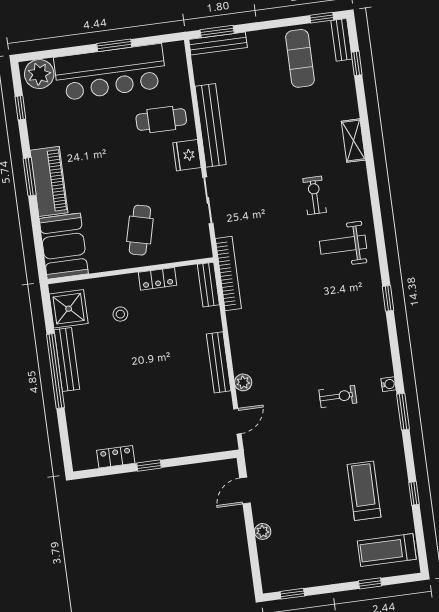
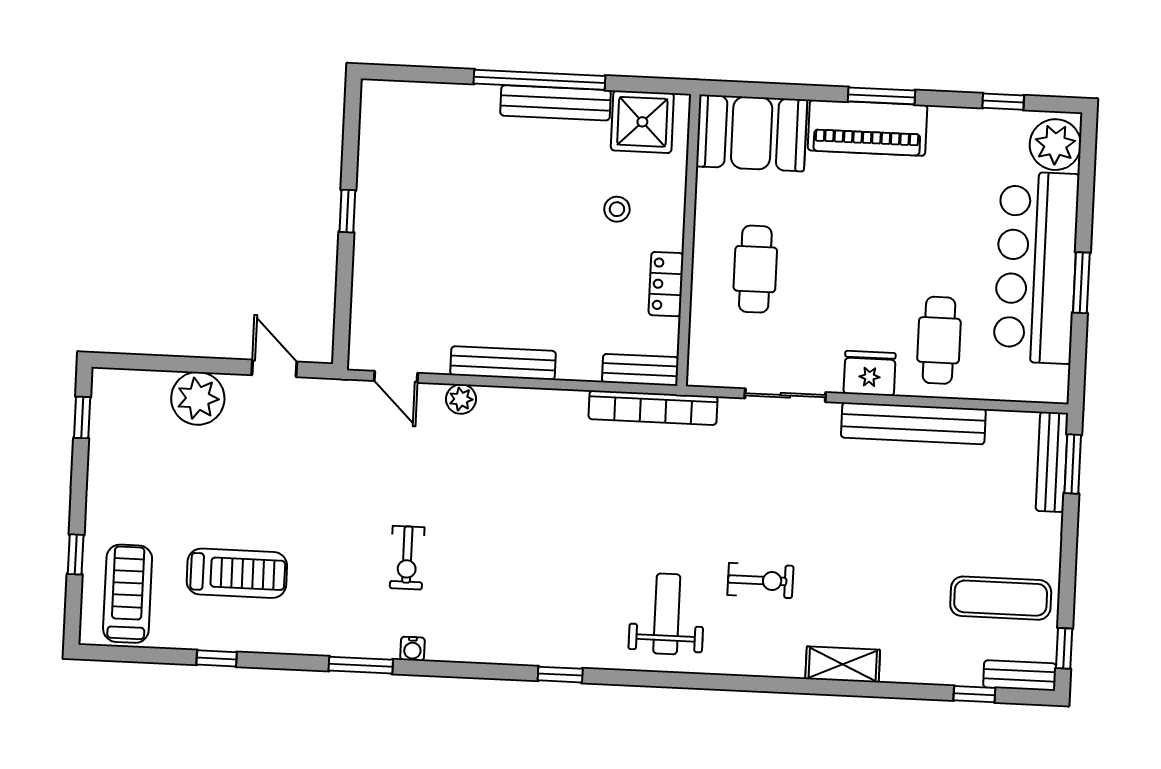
cafe table: (140, 230) -> (755, 269), turned 76
locker: (116, 457) -> (373, 157), removed
plant: (263, 531) -> (198, 398), width x1.88, depth x1.88

